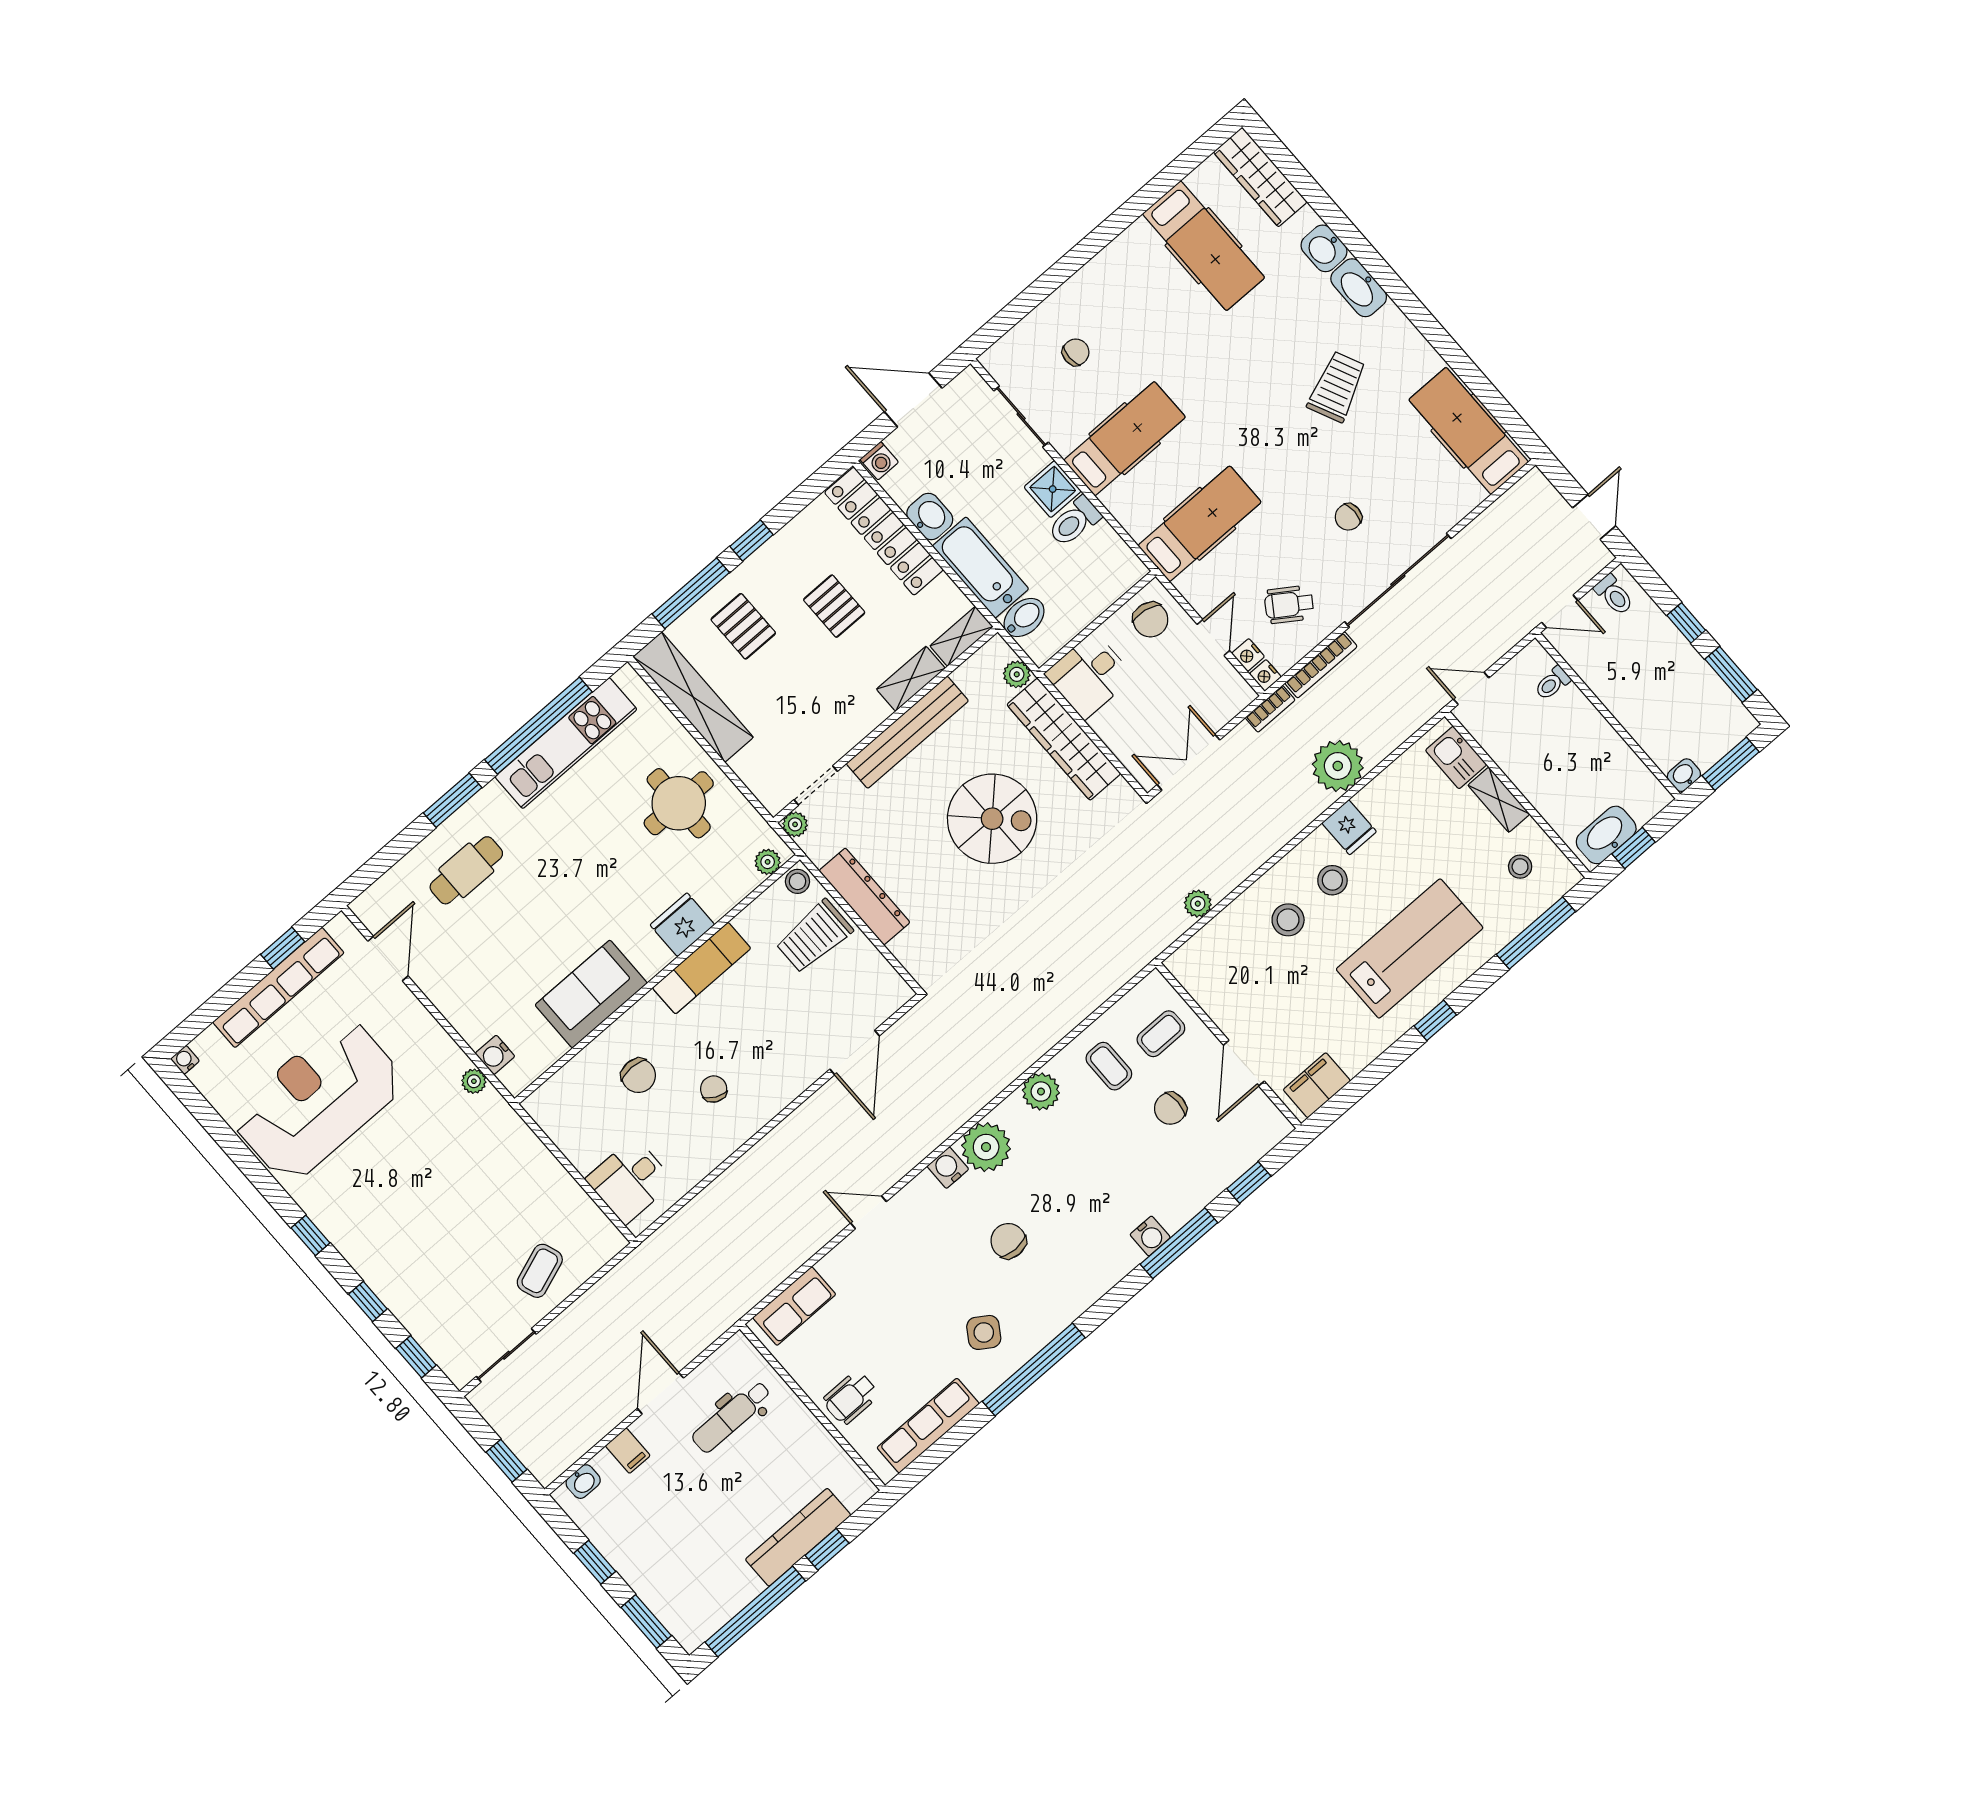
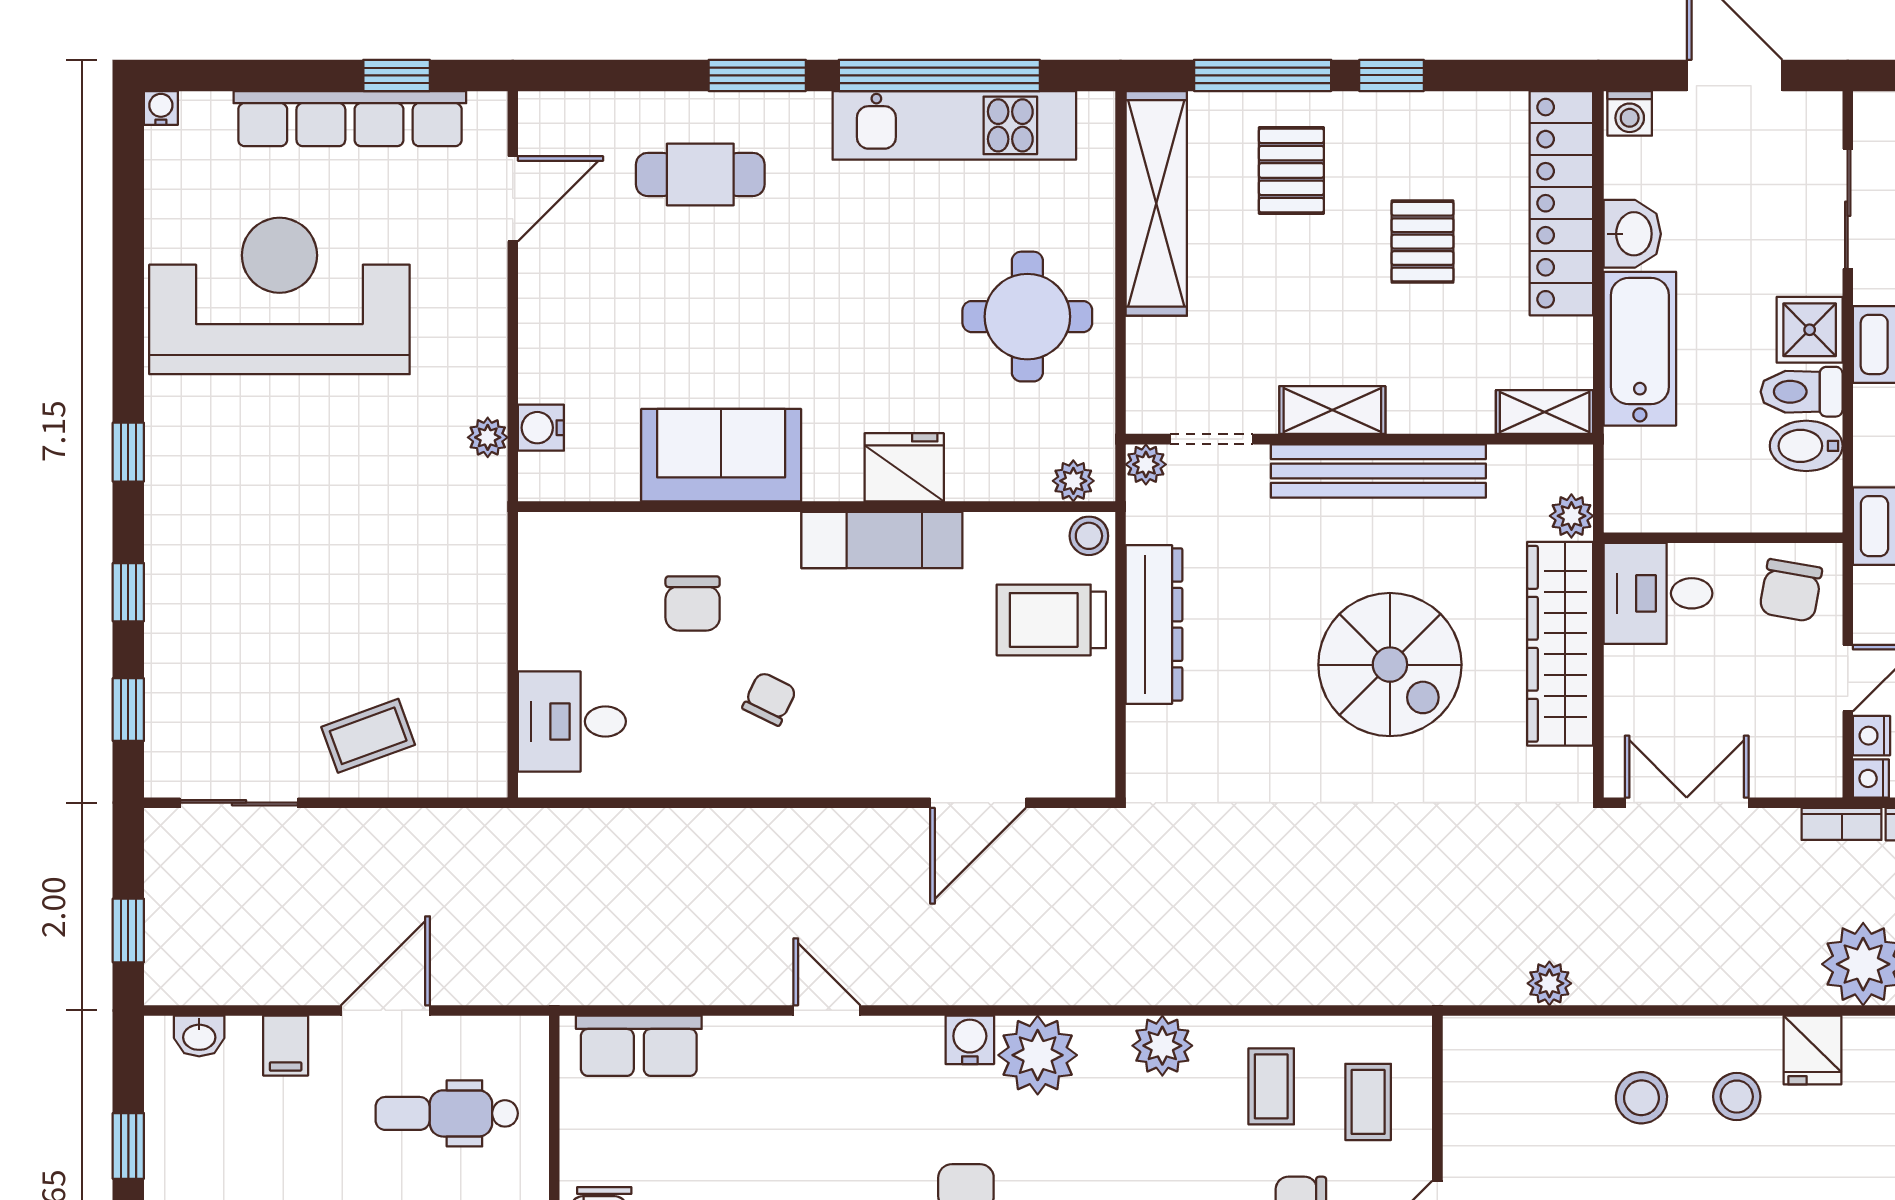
bidet: (1024, 617) -> (1806, 446), moved, turned 180
shelving: (911, 679) -> (1332, 410), moved
coffee table: (1161, 1034) -> (1368, 1102), turned 90

